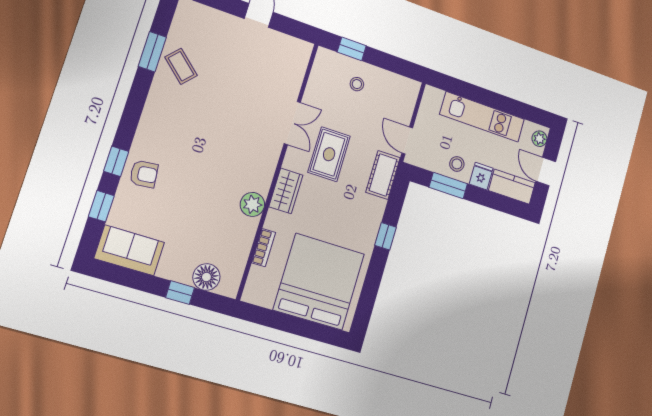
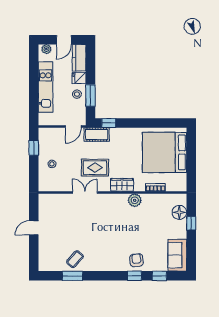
window: (352, 49) -> (34, 148), moved
window: (385, 236) -> (109, 123), moved

